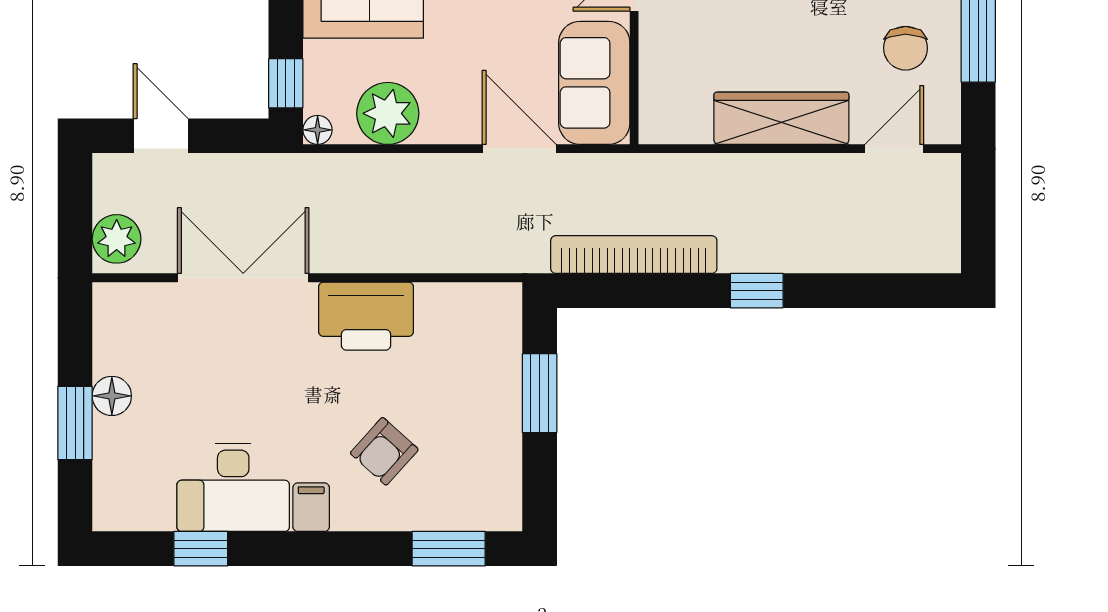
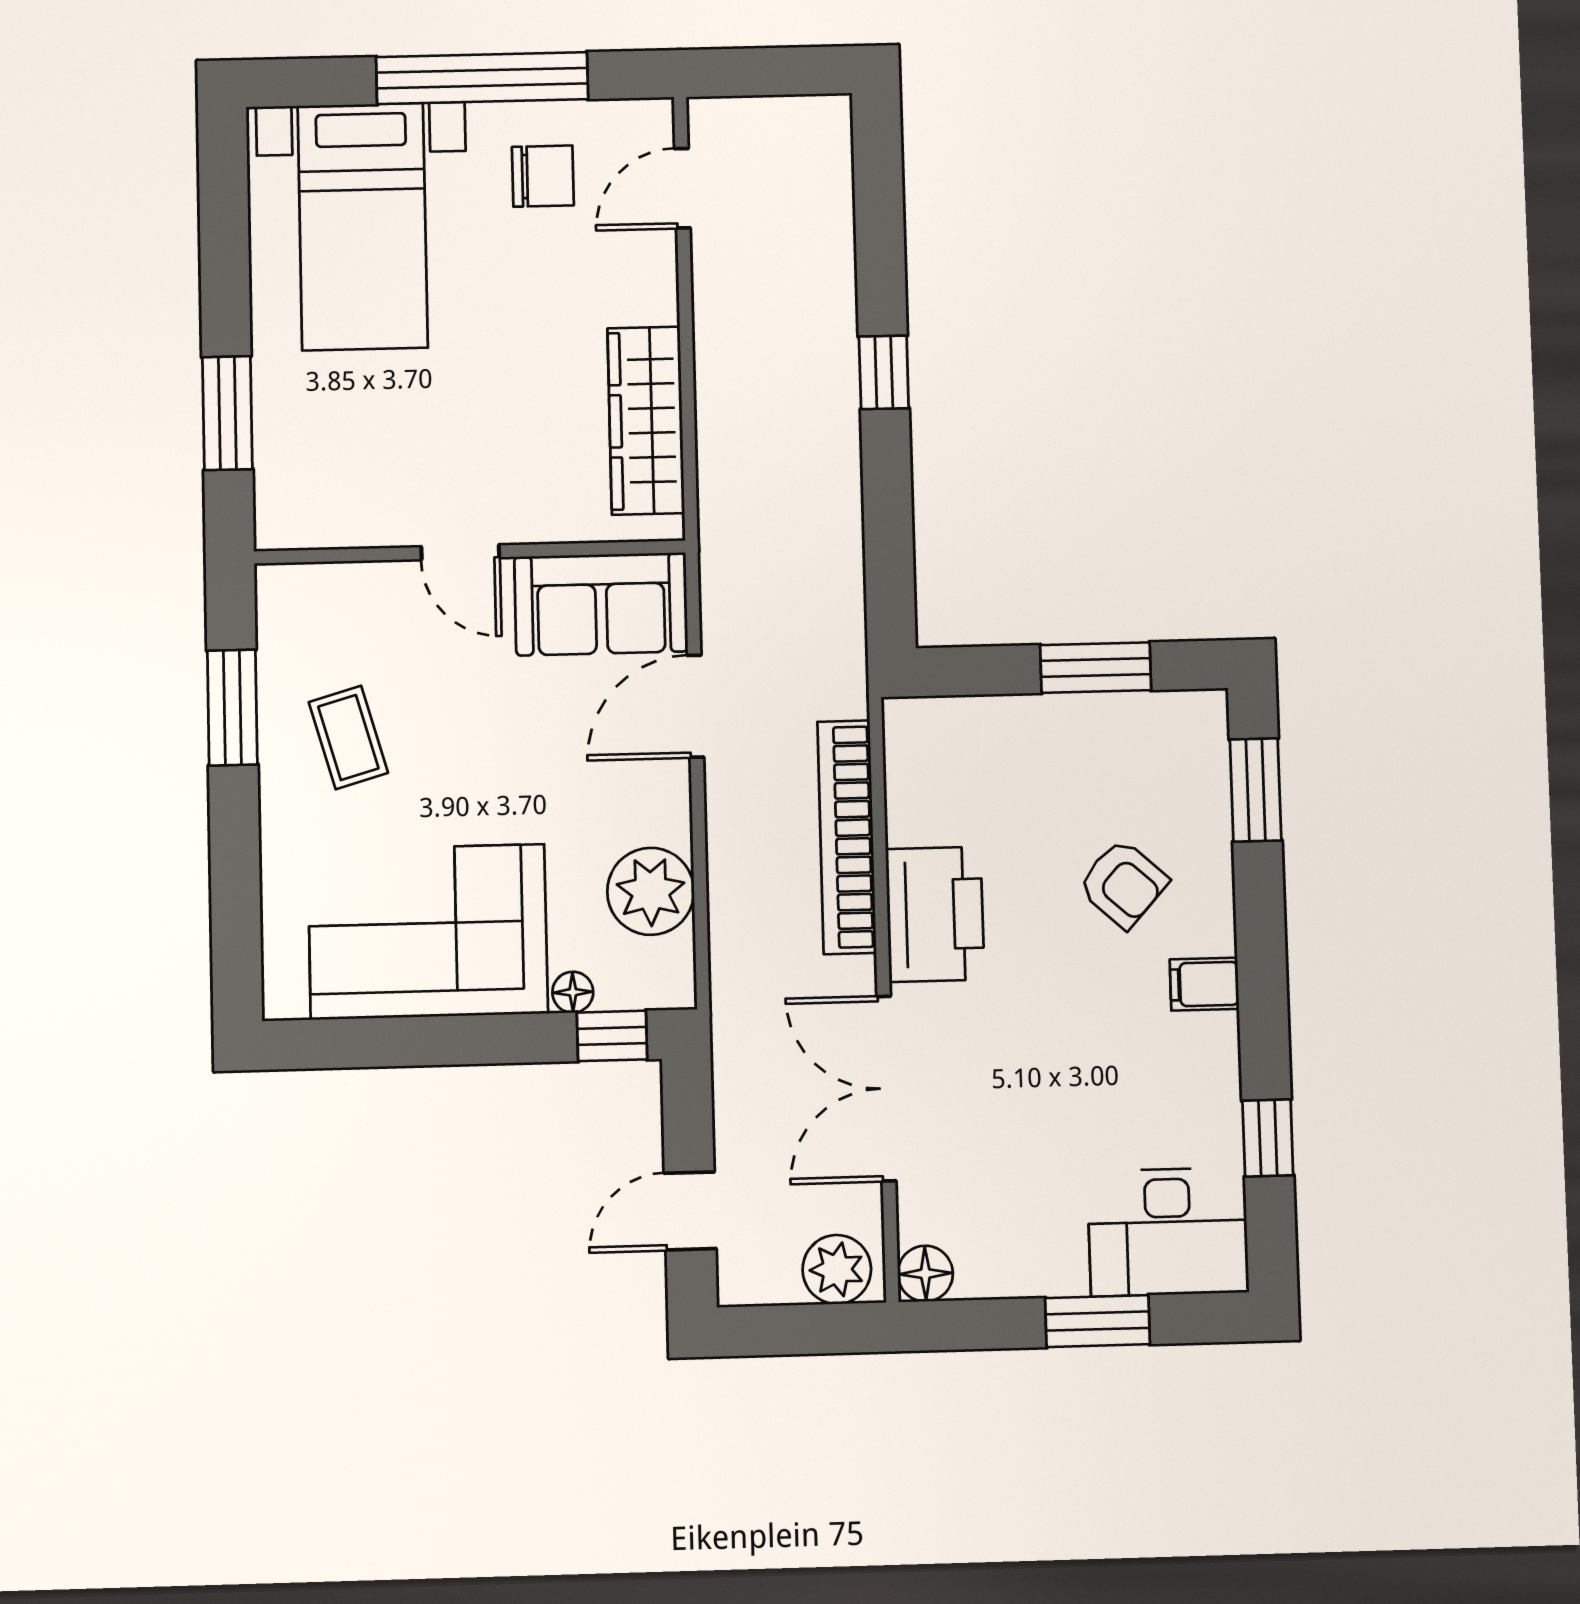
wardrobe: (781, 118) -> (646, 421), moved
floor lamp: (318, 130) -> (573, 992), moved
door: (894, 149) -> (682, 188), hinge flipped
bookcase: (634, 255) -> (847, 837), moved
window: (540, 393) -> (1096, 668), moved
floor lamp: (112, 396) -> (925, 1274), moved
desk: (233, 487) -> (1168, 1232), moved, turned 90

